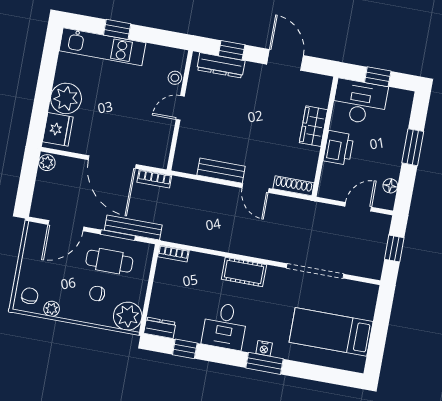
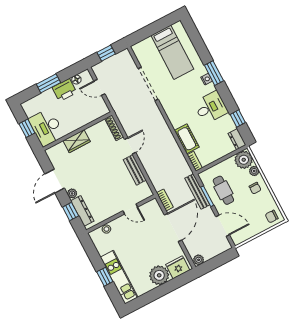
plant: (253, 70) -> (72, 193), added
door: (180, 108) -> (130, 209), moved
printer: (339, 148) -> (64, 90), moved, turned 180
cot: (244, 272) -> (187, 139), moved
chair: (97, 293) -> (255, 188), moved
plant: (52, 309) -> (254, 171), moved

